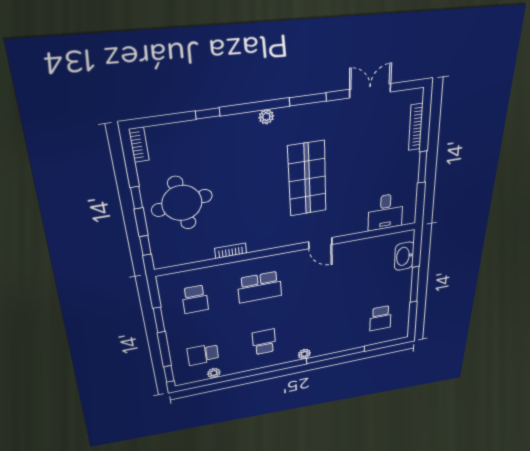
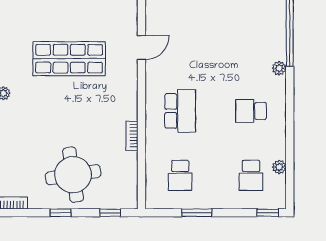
school desk: (195, 299) -> (180, 175), turned 90

